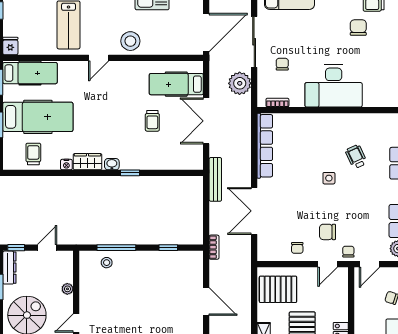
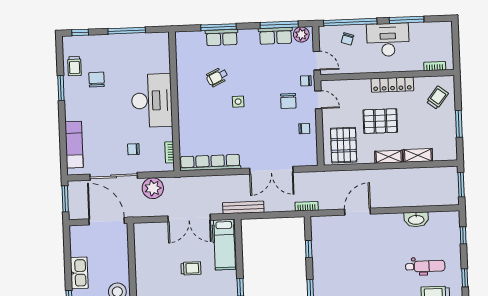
chair: (358, 28) -> (97, 80), turned 90
hospital bed: (176, 84) -> (225, 245), moved

